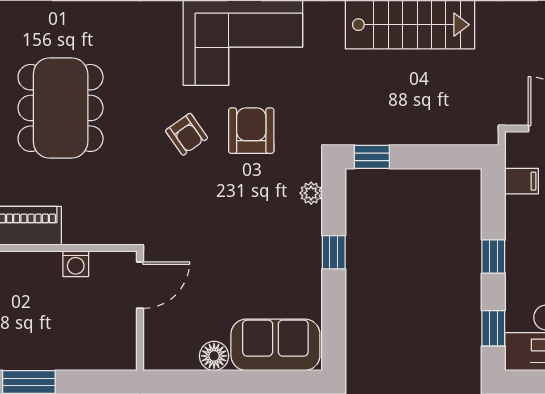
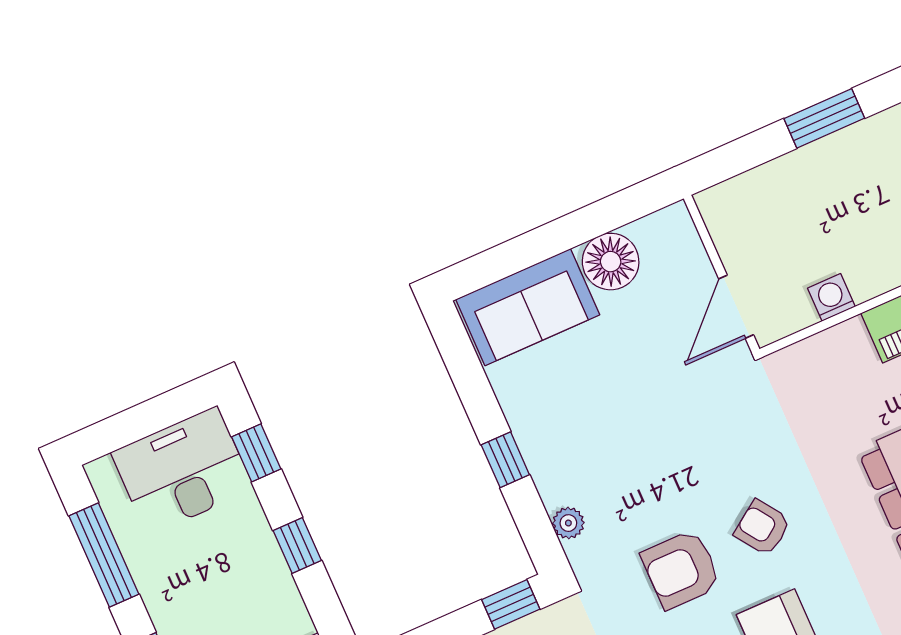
armchair: (251, 131) -> (681, 569), turned 90
floor lamp: (214, 356) -> (611, 262), width x1.38, depth x1.38

